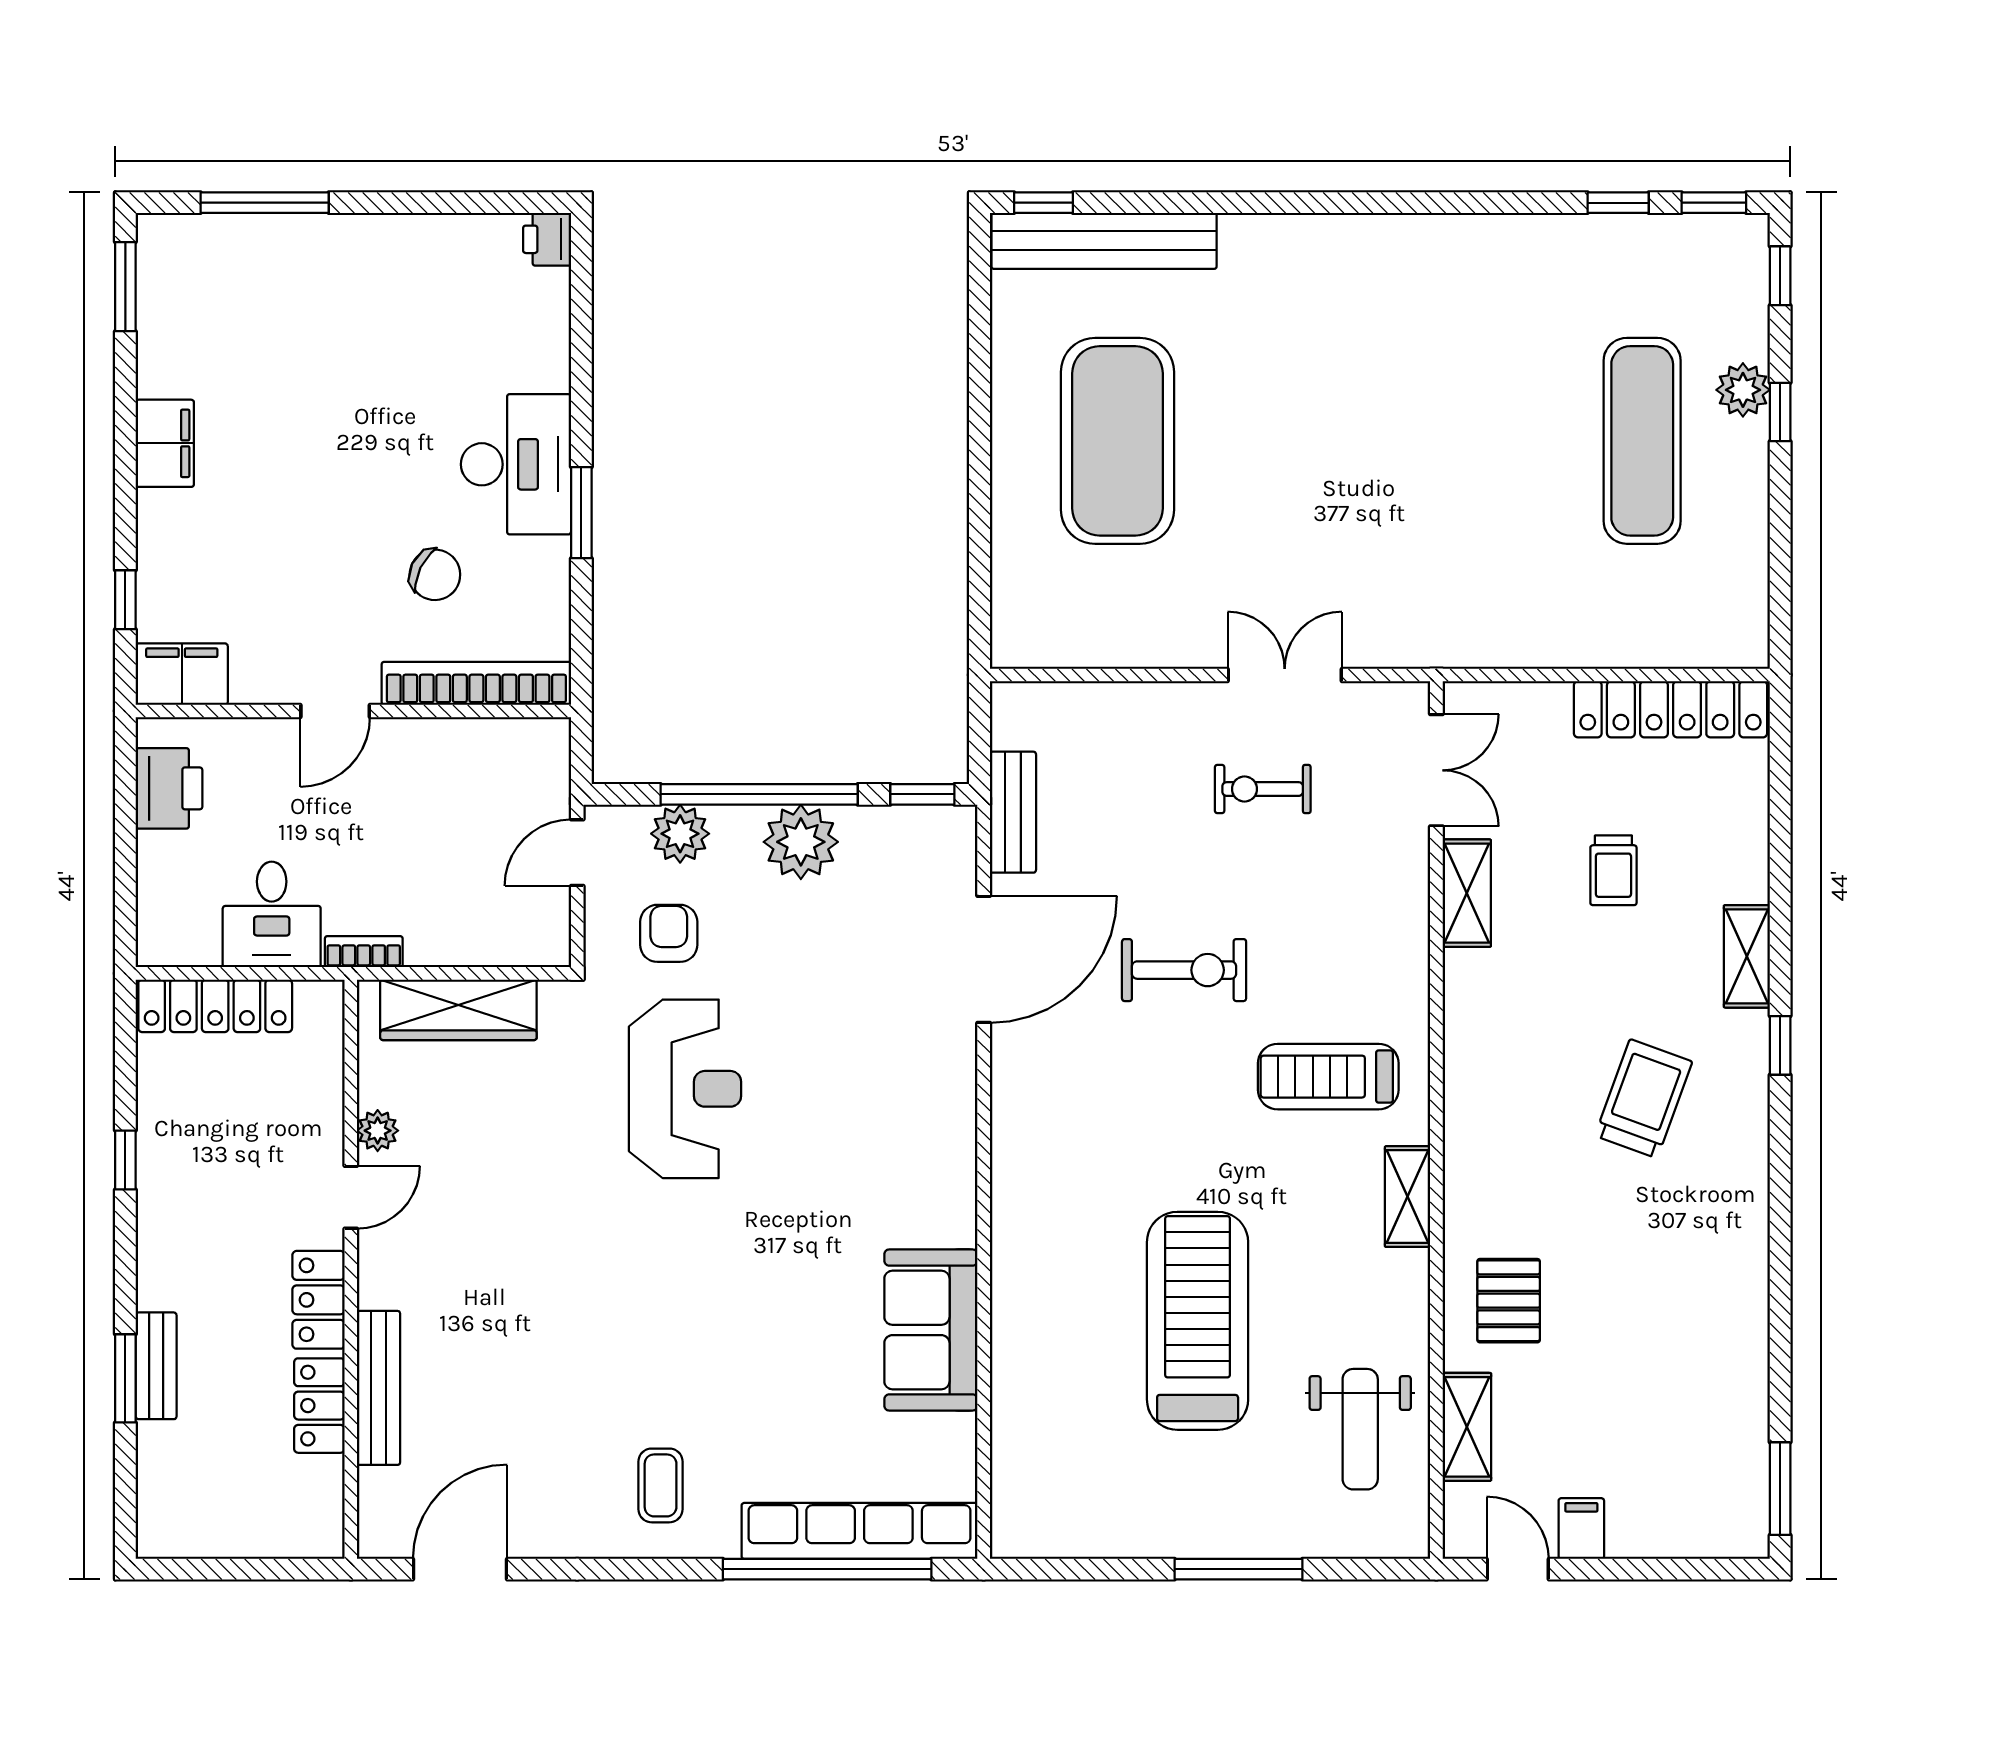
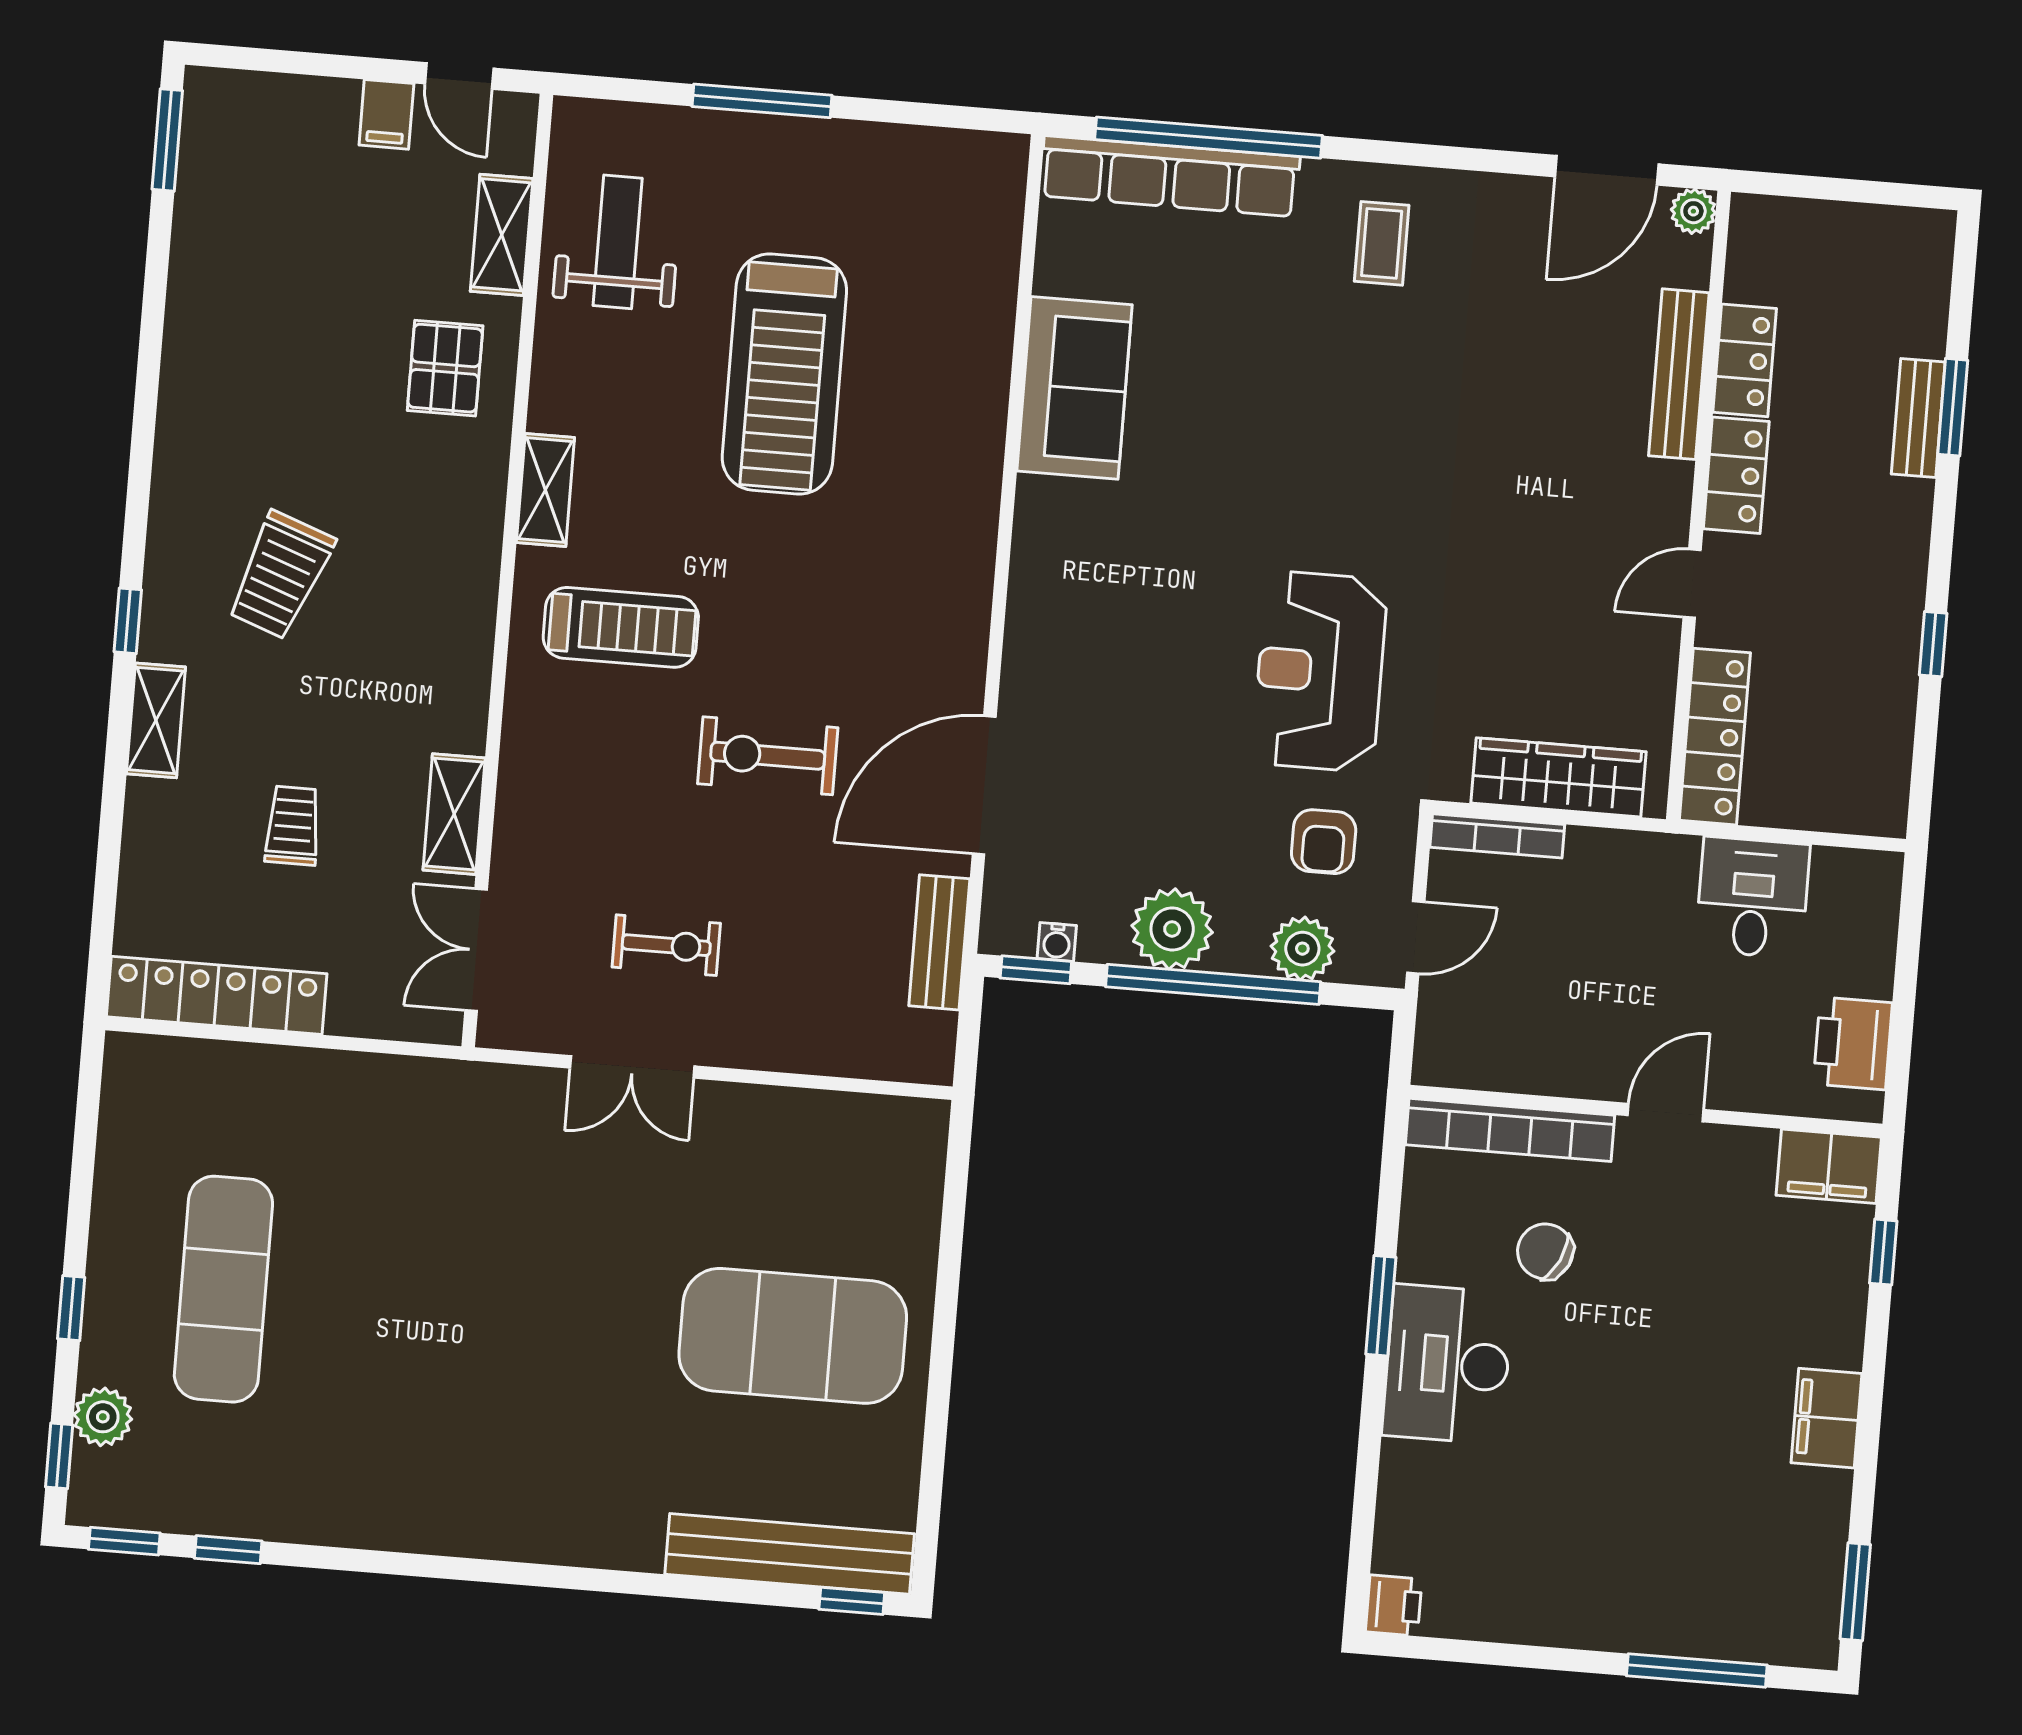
plant: (1743, 390) -> (103, 1417), moved
exercise mat: (1117, 441) -> (793, 1336), turned 90
water cooler: (905, 821) -> (1057, 942), added
bookcase: (364, 952) -> (1497, 836), moved, width x1.56
locker: (215, 1006) -> (1715, 737), moved, turned 90
plant: (378, 1131) -> (1693, 211), moved

